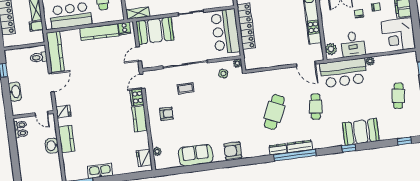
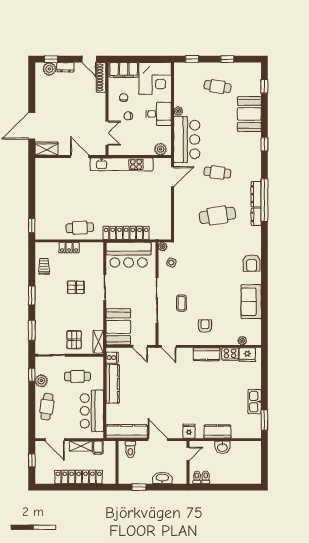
desk: (353, 44) -> (159, 114), moved
cooker: (137, 97) -> (230, 354), moved
cafe table: (274, 112) -> (217, 215), turned -33
booth: (361, 132) -> (249, 114), moved

